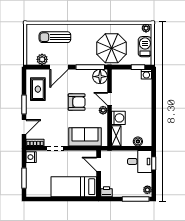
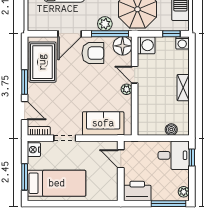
plant: (42, 59) -> (105, 24), moved
rug: (38, 89) -> (42, 62), width x1.36, depth x1.43
armchair: (77, 102) -> (93, 53), moved
washing machine: (118, 118) -> (146, 45), moved
door: (24, 127) -> (25, 111), hinge flipped
shelving: (116, 136) -> (183, 88), moved
bed: (74, 187) -> (57, 183), moved, turned 180
printer: (106, 192) -> (137, 191), width x1.87, depth x1.48

